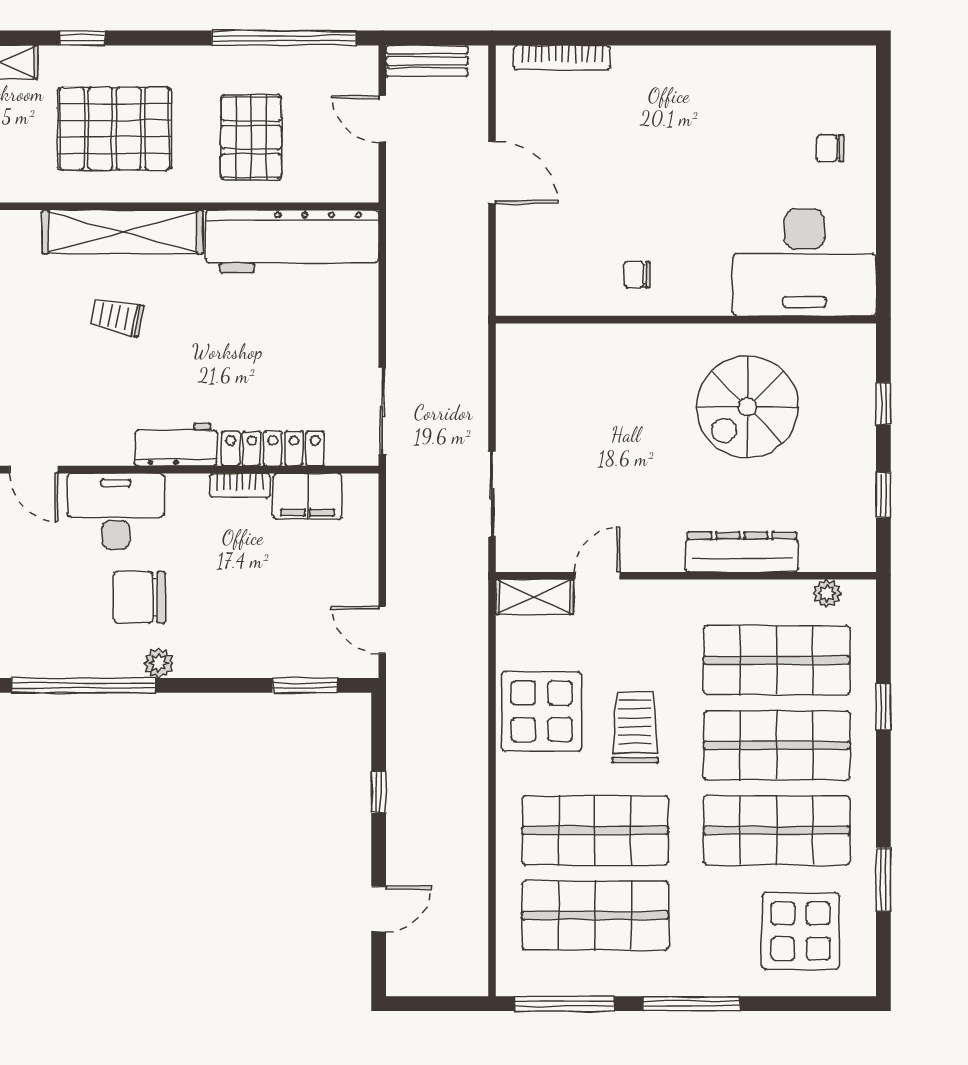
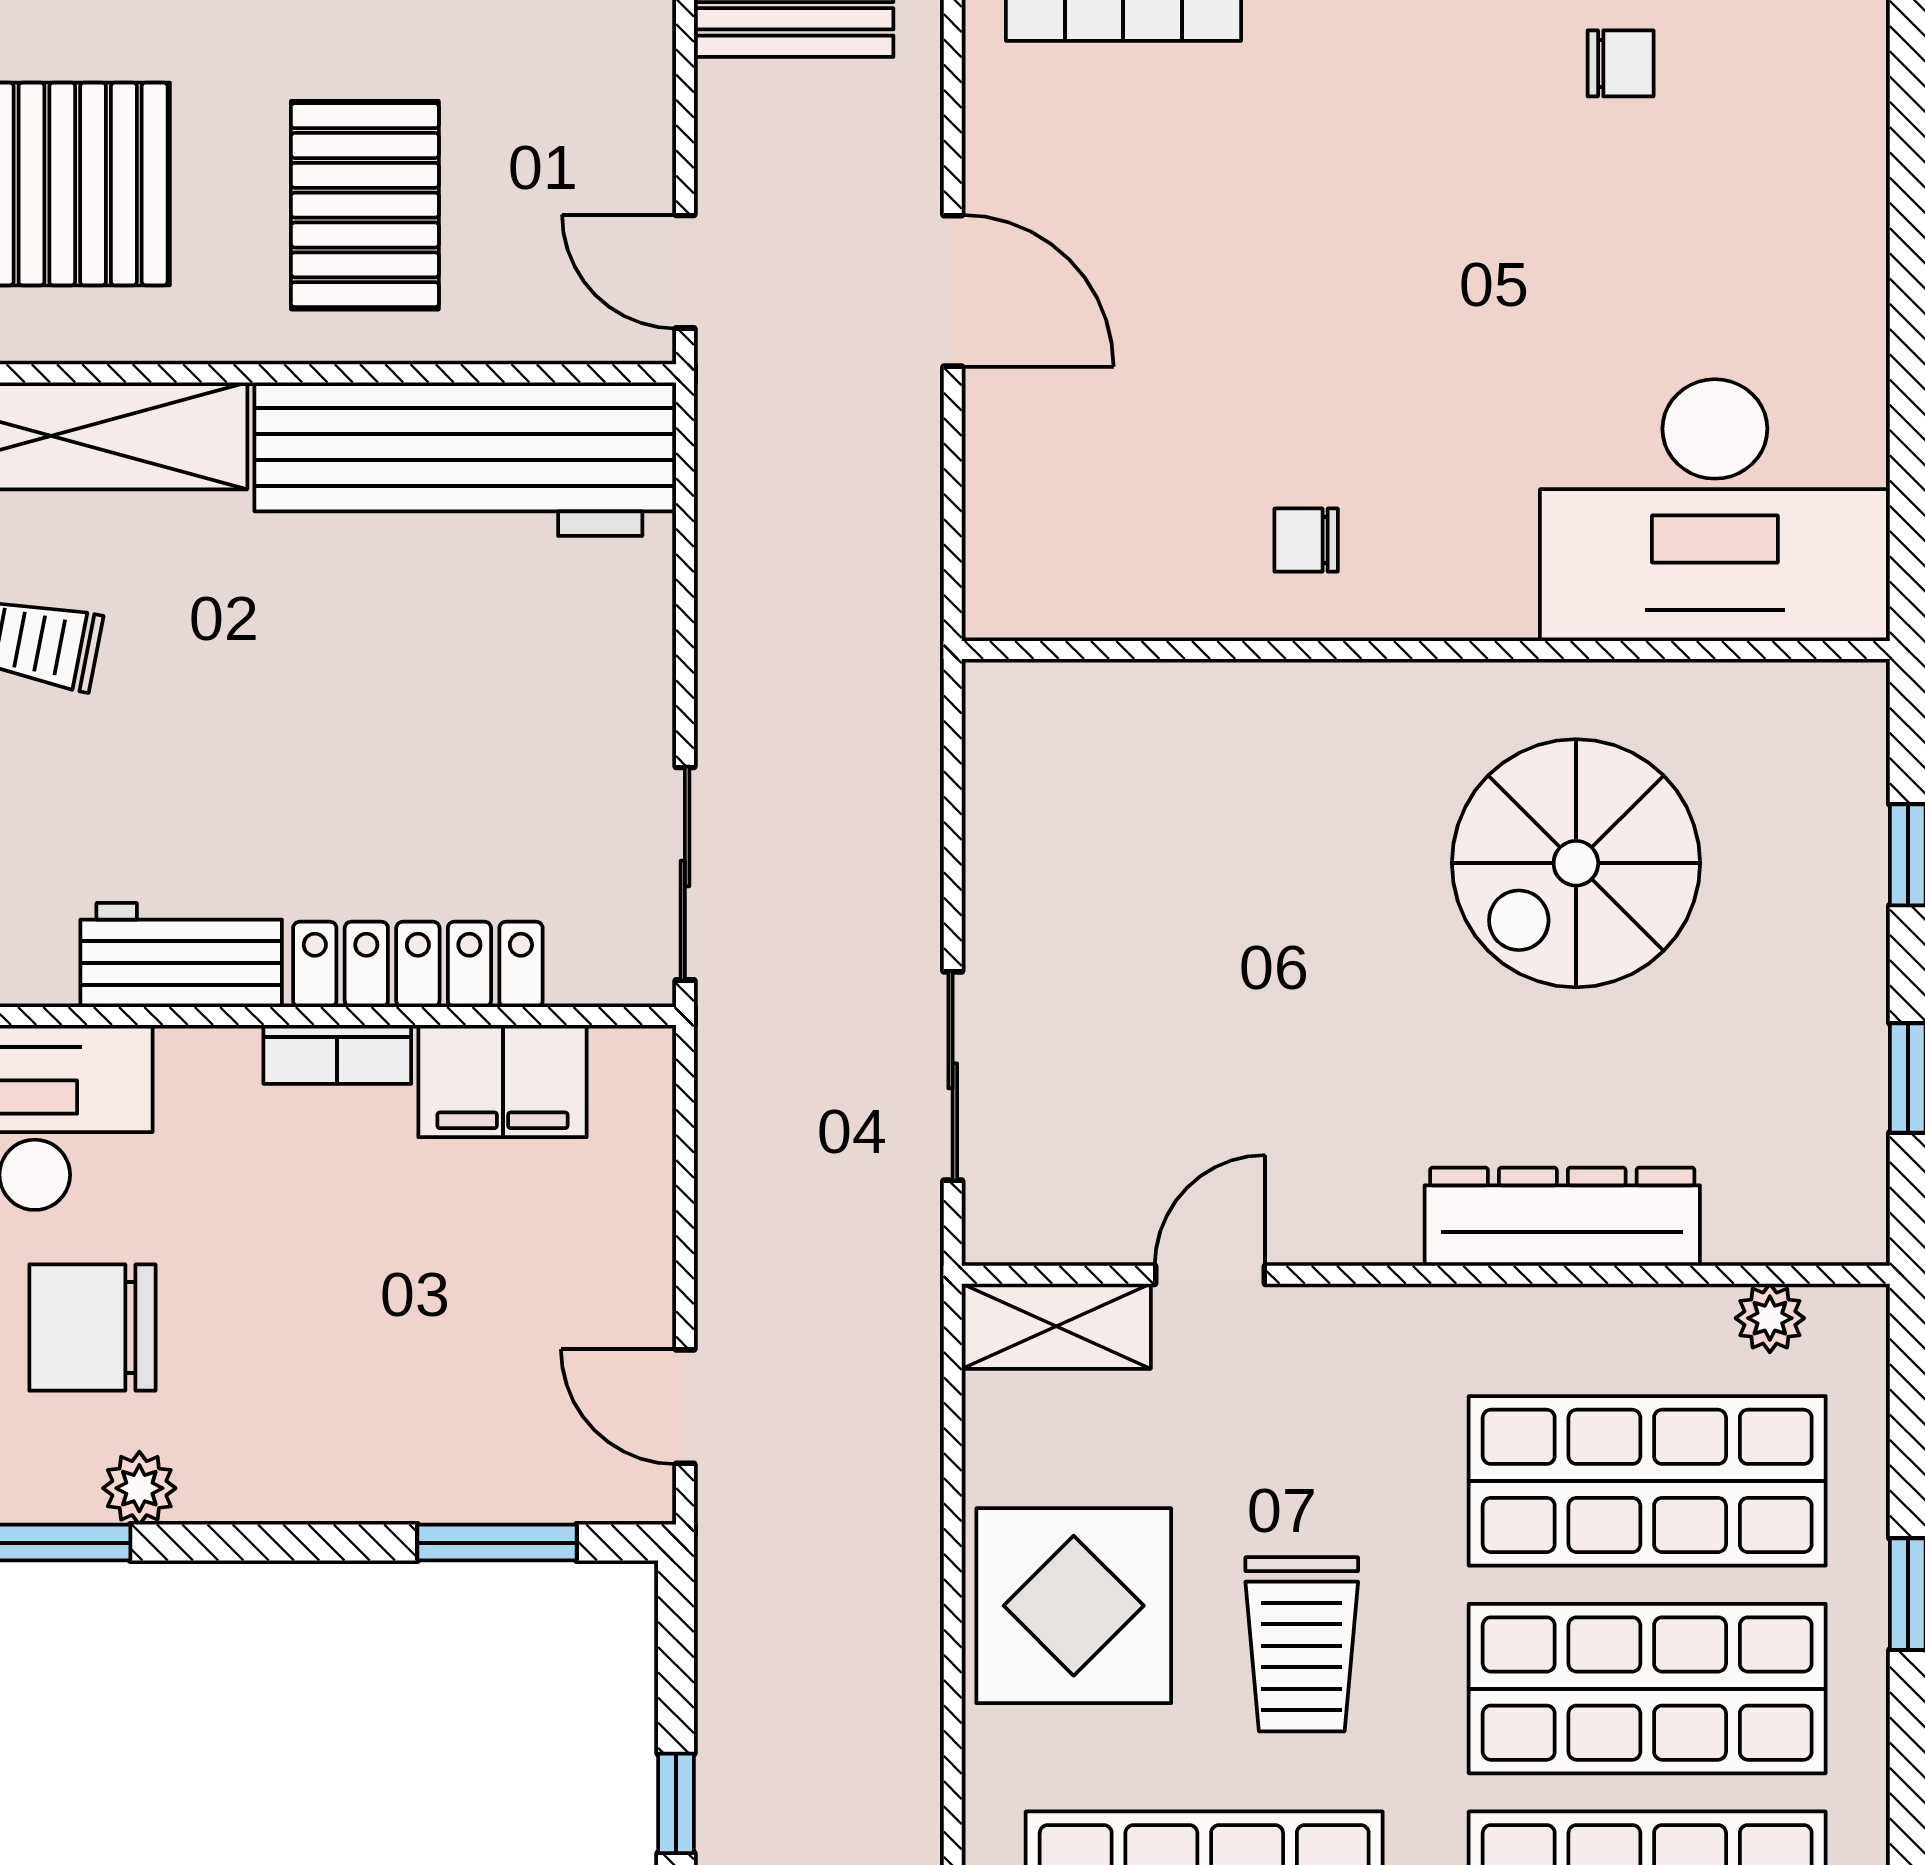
door: (382, 119) -> (685, 272), moved
chair: (830, 148) -> (1621, 63), moved, turned 180
trolley: (635, 727) -> (1302, 1644), turned 180

